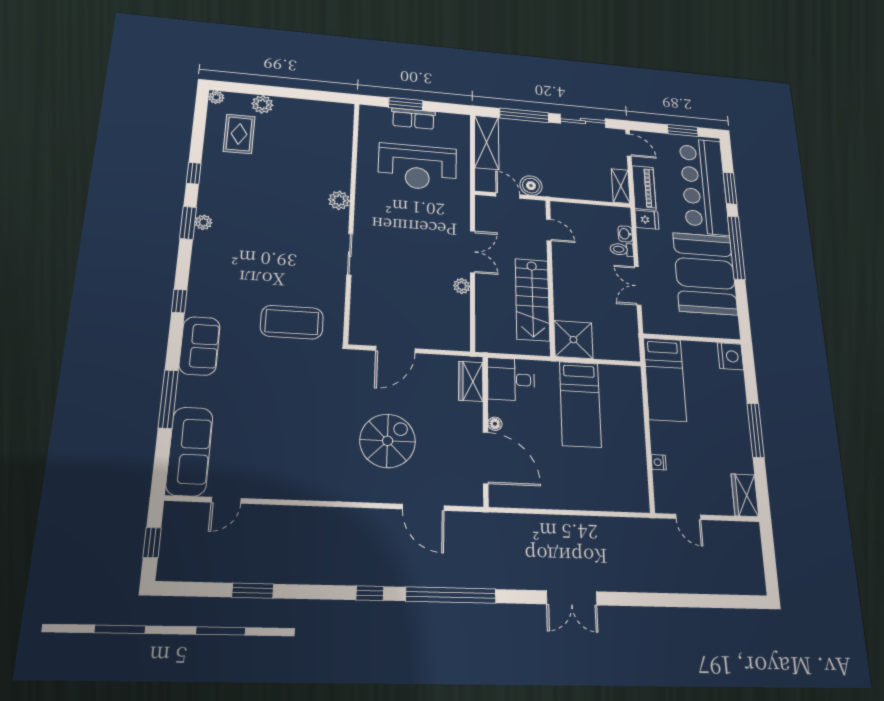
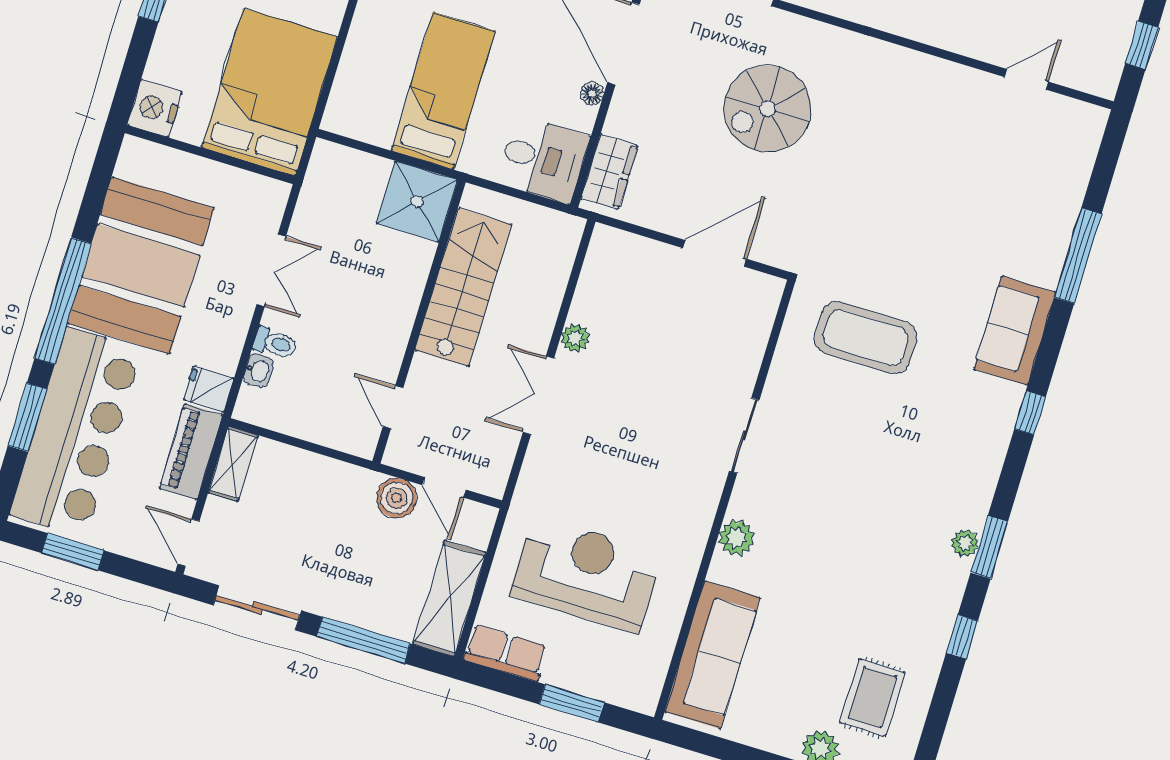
row of seats: (413, 119) -> (505, 653), moved
bed: (665, 379) -> (270, 92), width x1.50
sofa: (189, 451) -> (712, 655), moved, turned 180

